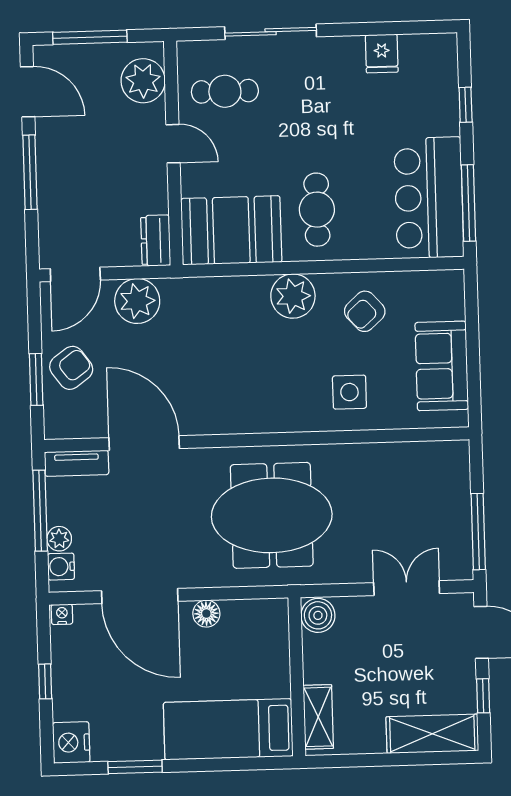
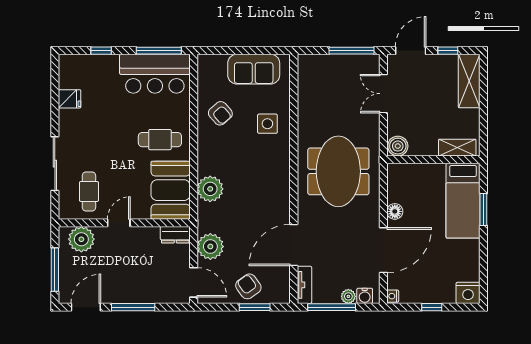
plant: (293, 296) -> (210, 189), moved
window: (135, 767) -> (483, 210), moved

